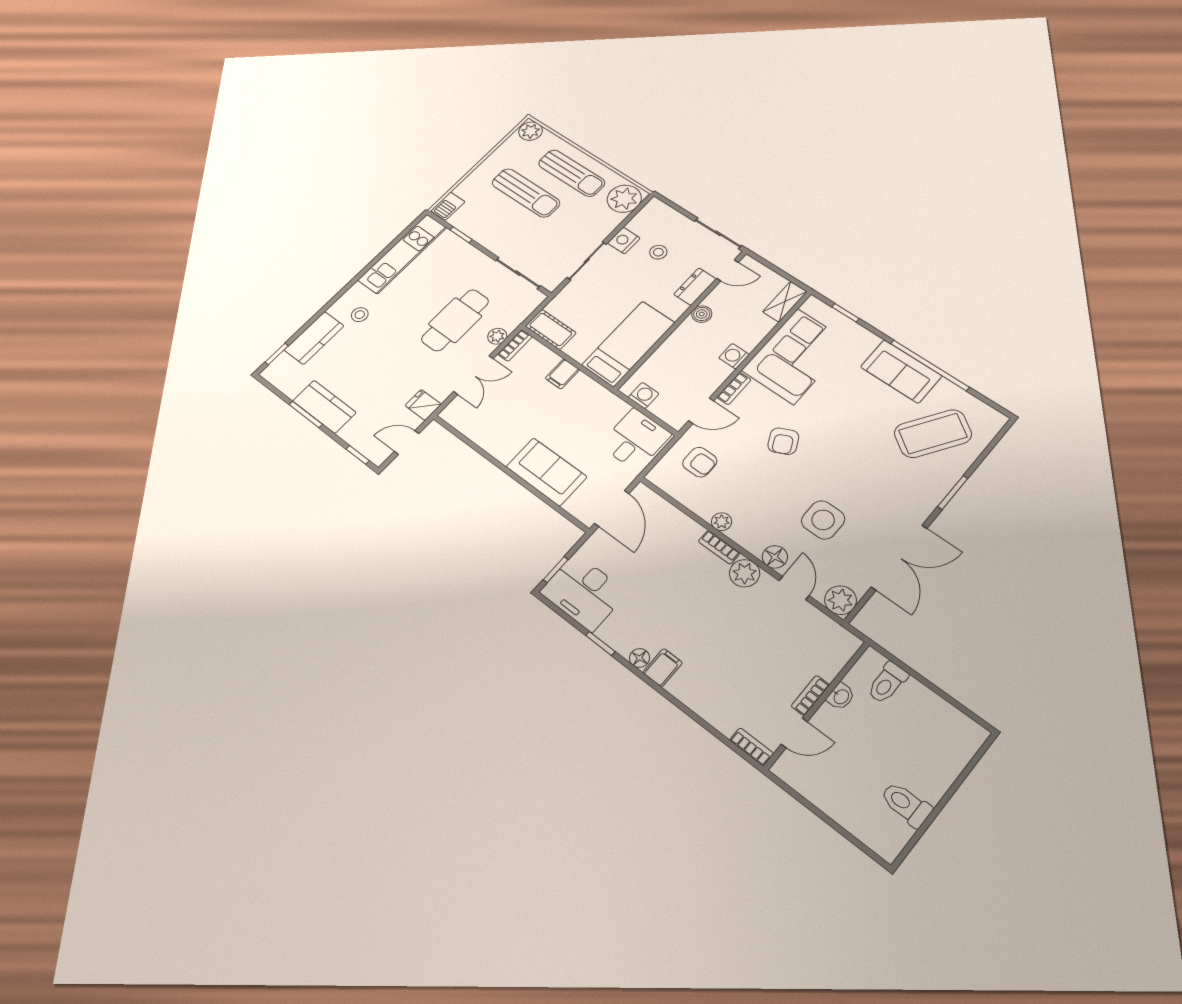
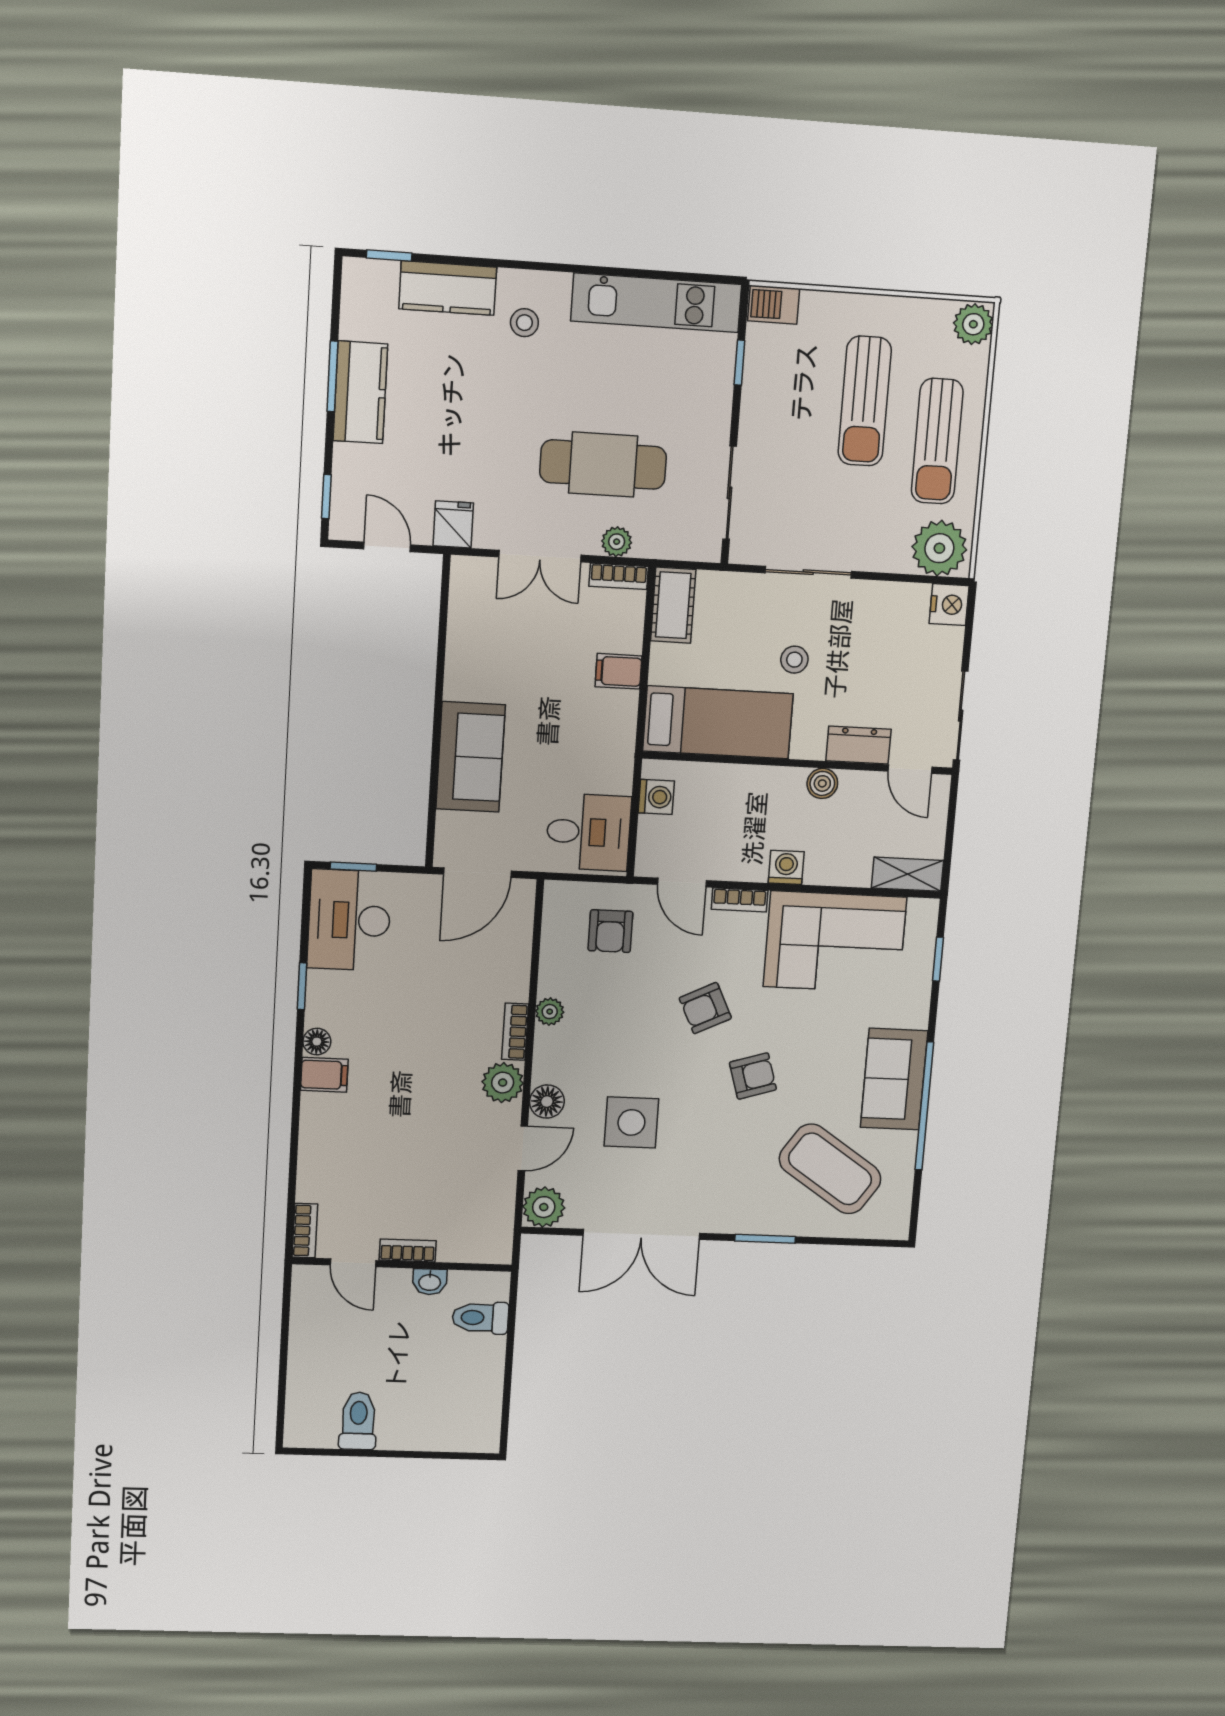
nightstand: (624, 241) -> (949, 605), moved, turned 90
stool: (658, 252) -> (794, 660), moved
armchair: (844, 441) -> (753, 1076), added

